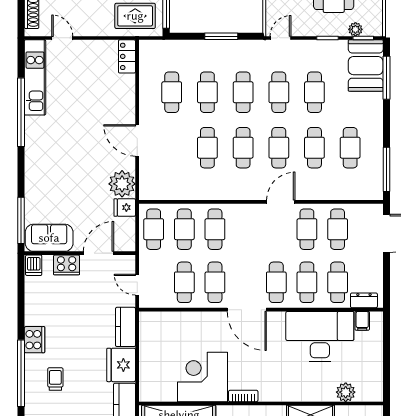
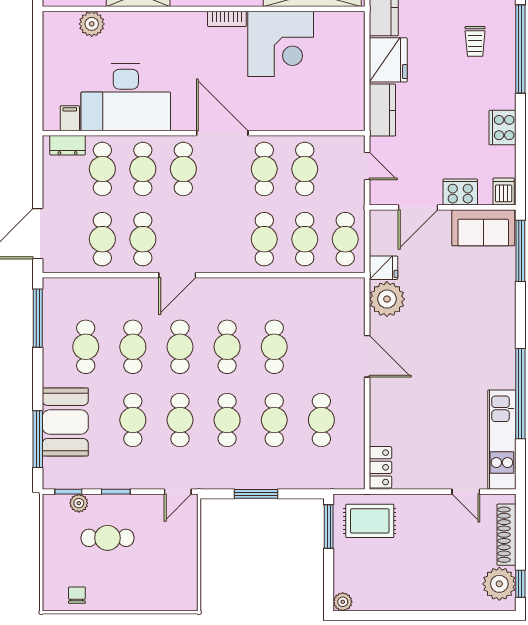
booth: (366, 66) -> (65, 422), moved
cooker: (35, 340) -> (503, 128), moved

